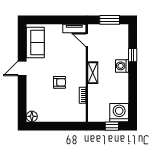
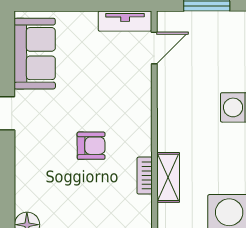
door: (87, 40) -> (154, 48), swing flipped
shelving: (93, 73) -> (168, 177), moved

